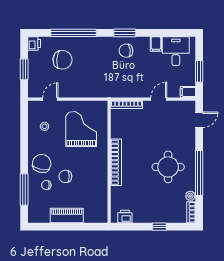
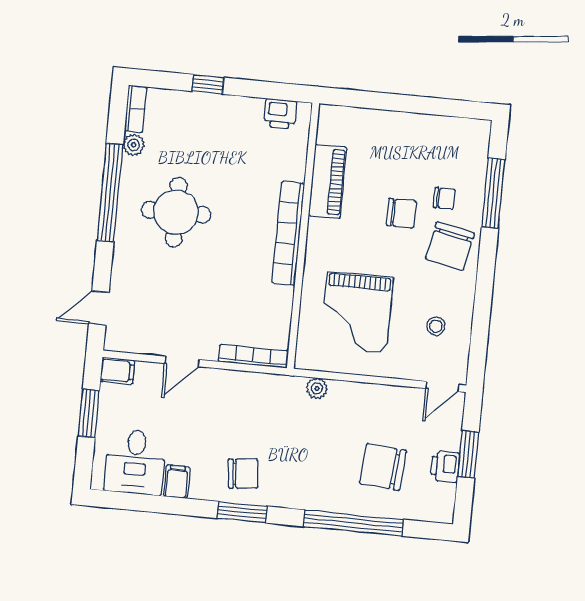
printer: (34, 44) -> (445, 466), moved
plant: (96, 93) -> (317, 388), added
door: (50, 99) -> (442, 386), moved
piano: (67, 216) -> (328, 181), moved, turned -90

